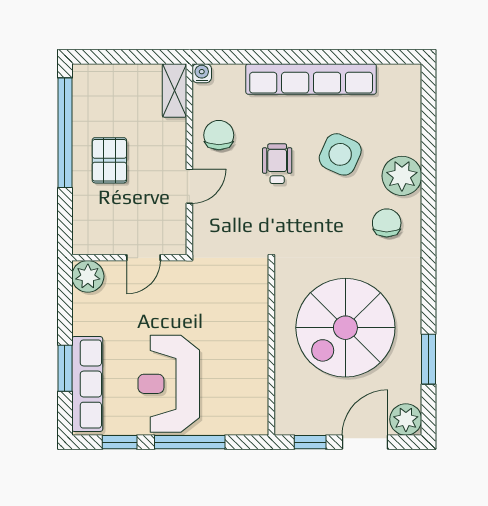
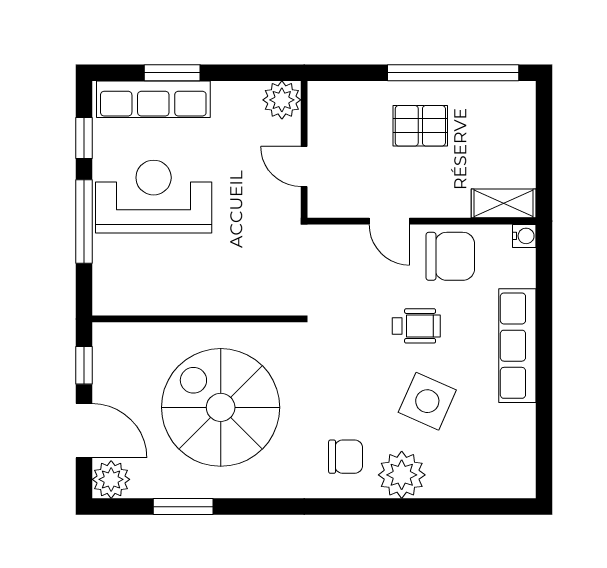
row of seats: (311, 79) -> (517, 346), width x0.73
chair: (219, 135) -> (450, 256), width x1.37, depth x1.37

